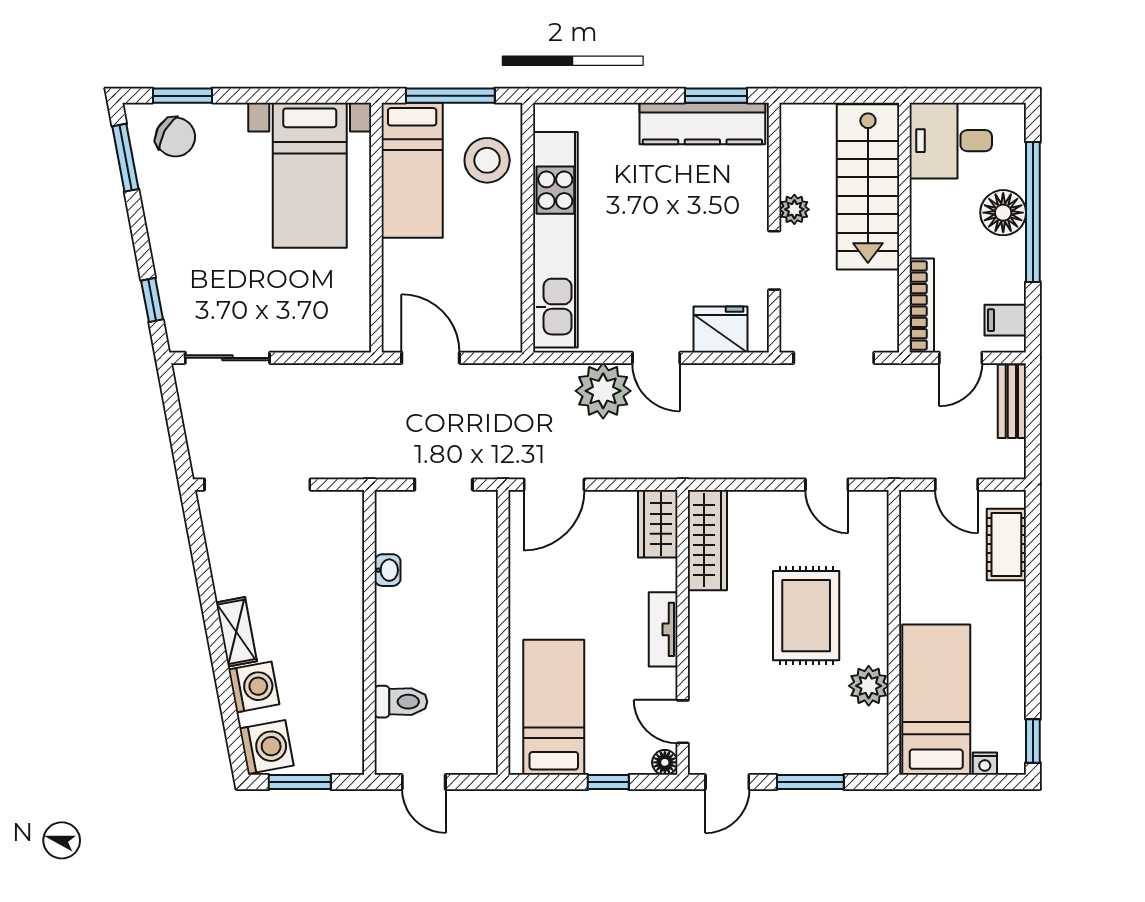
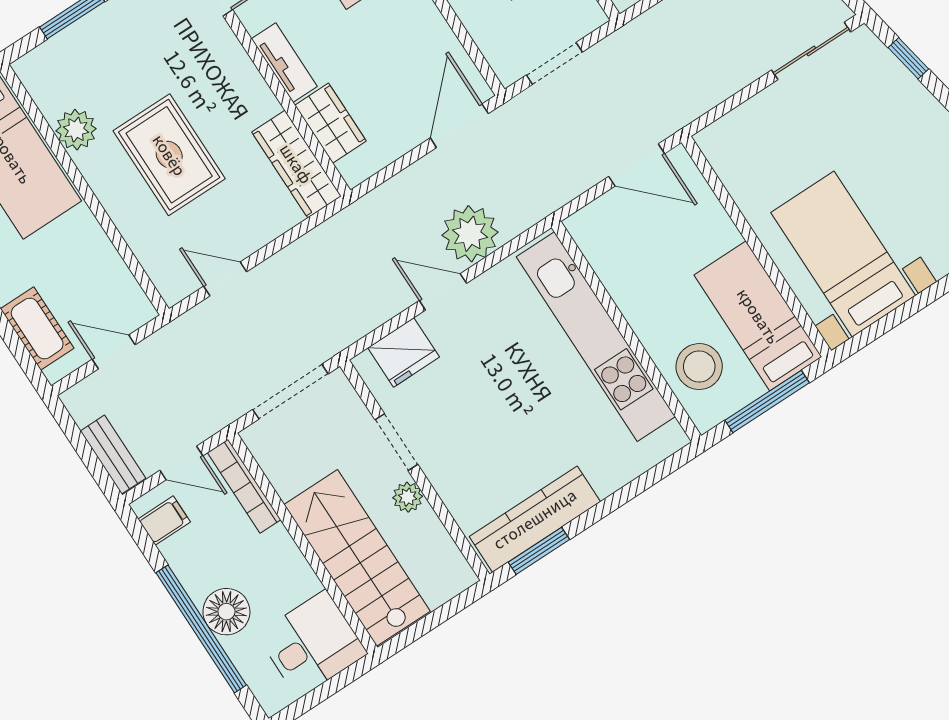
door: (961, 358) -> (181, 463), swing flipped
wardrobe: (658, 524) -> (330, 123), moved

